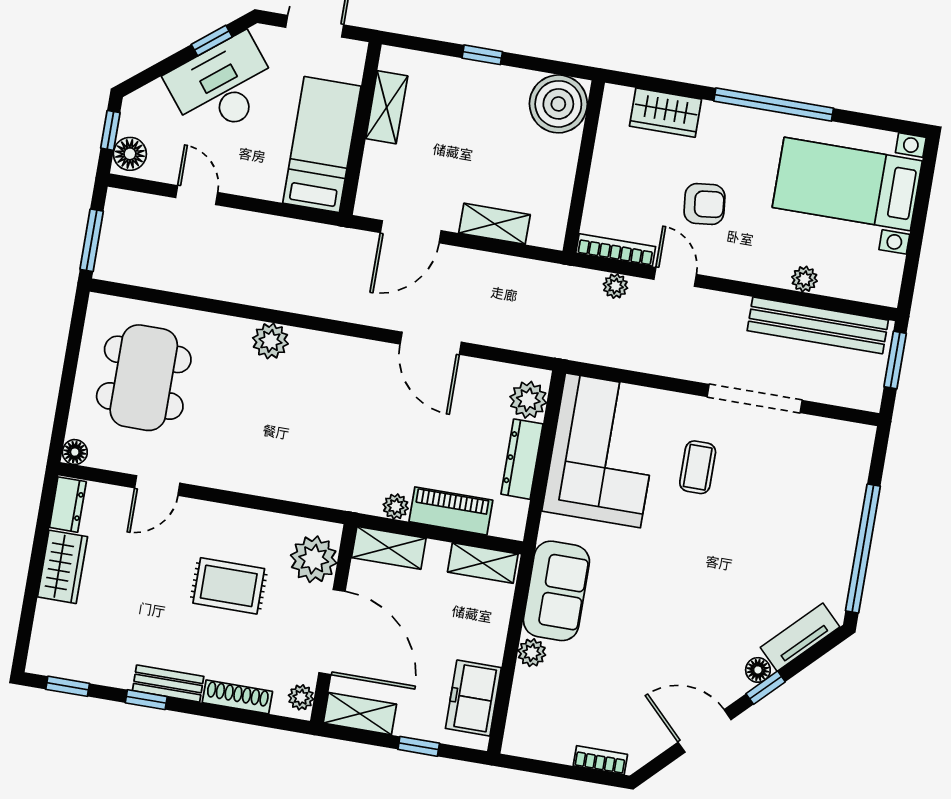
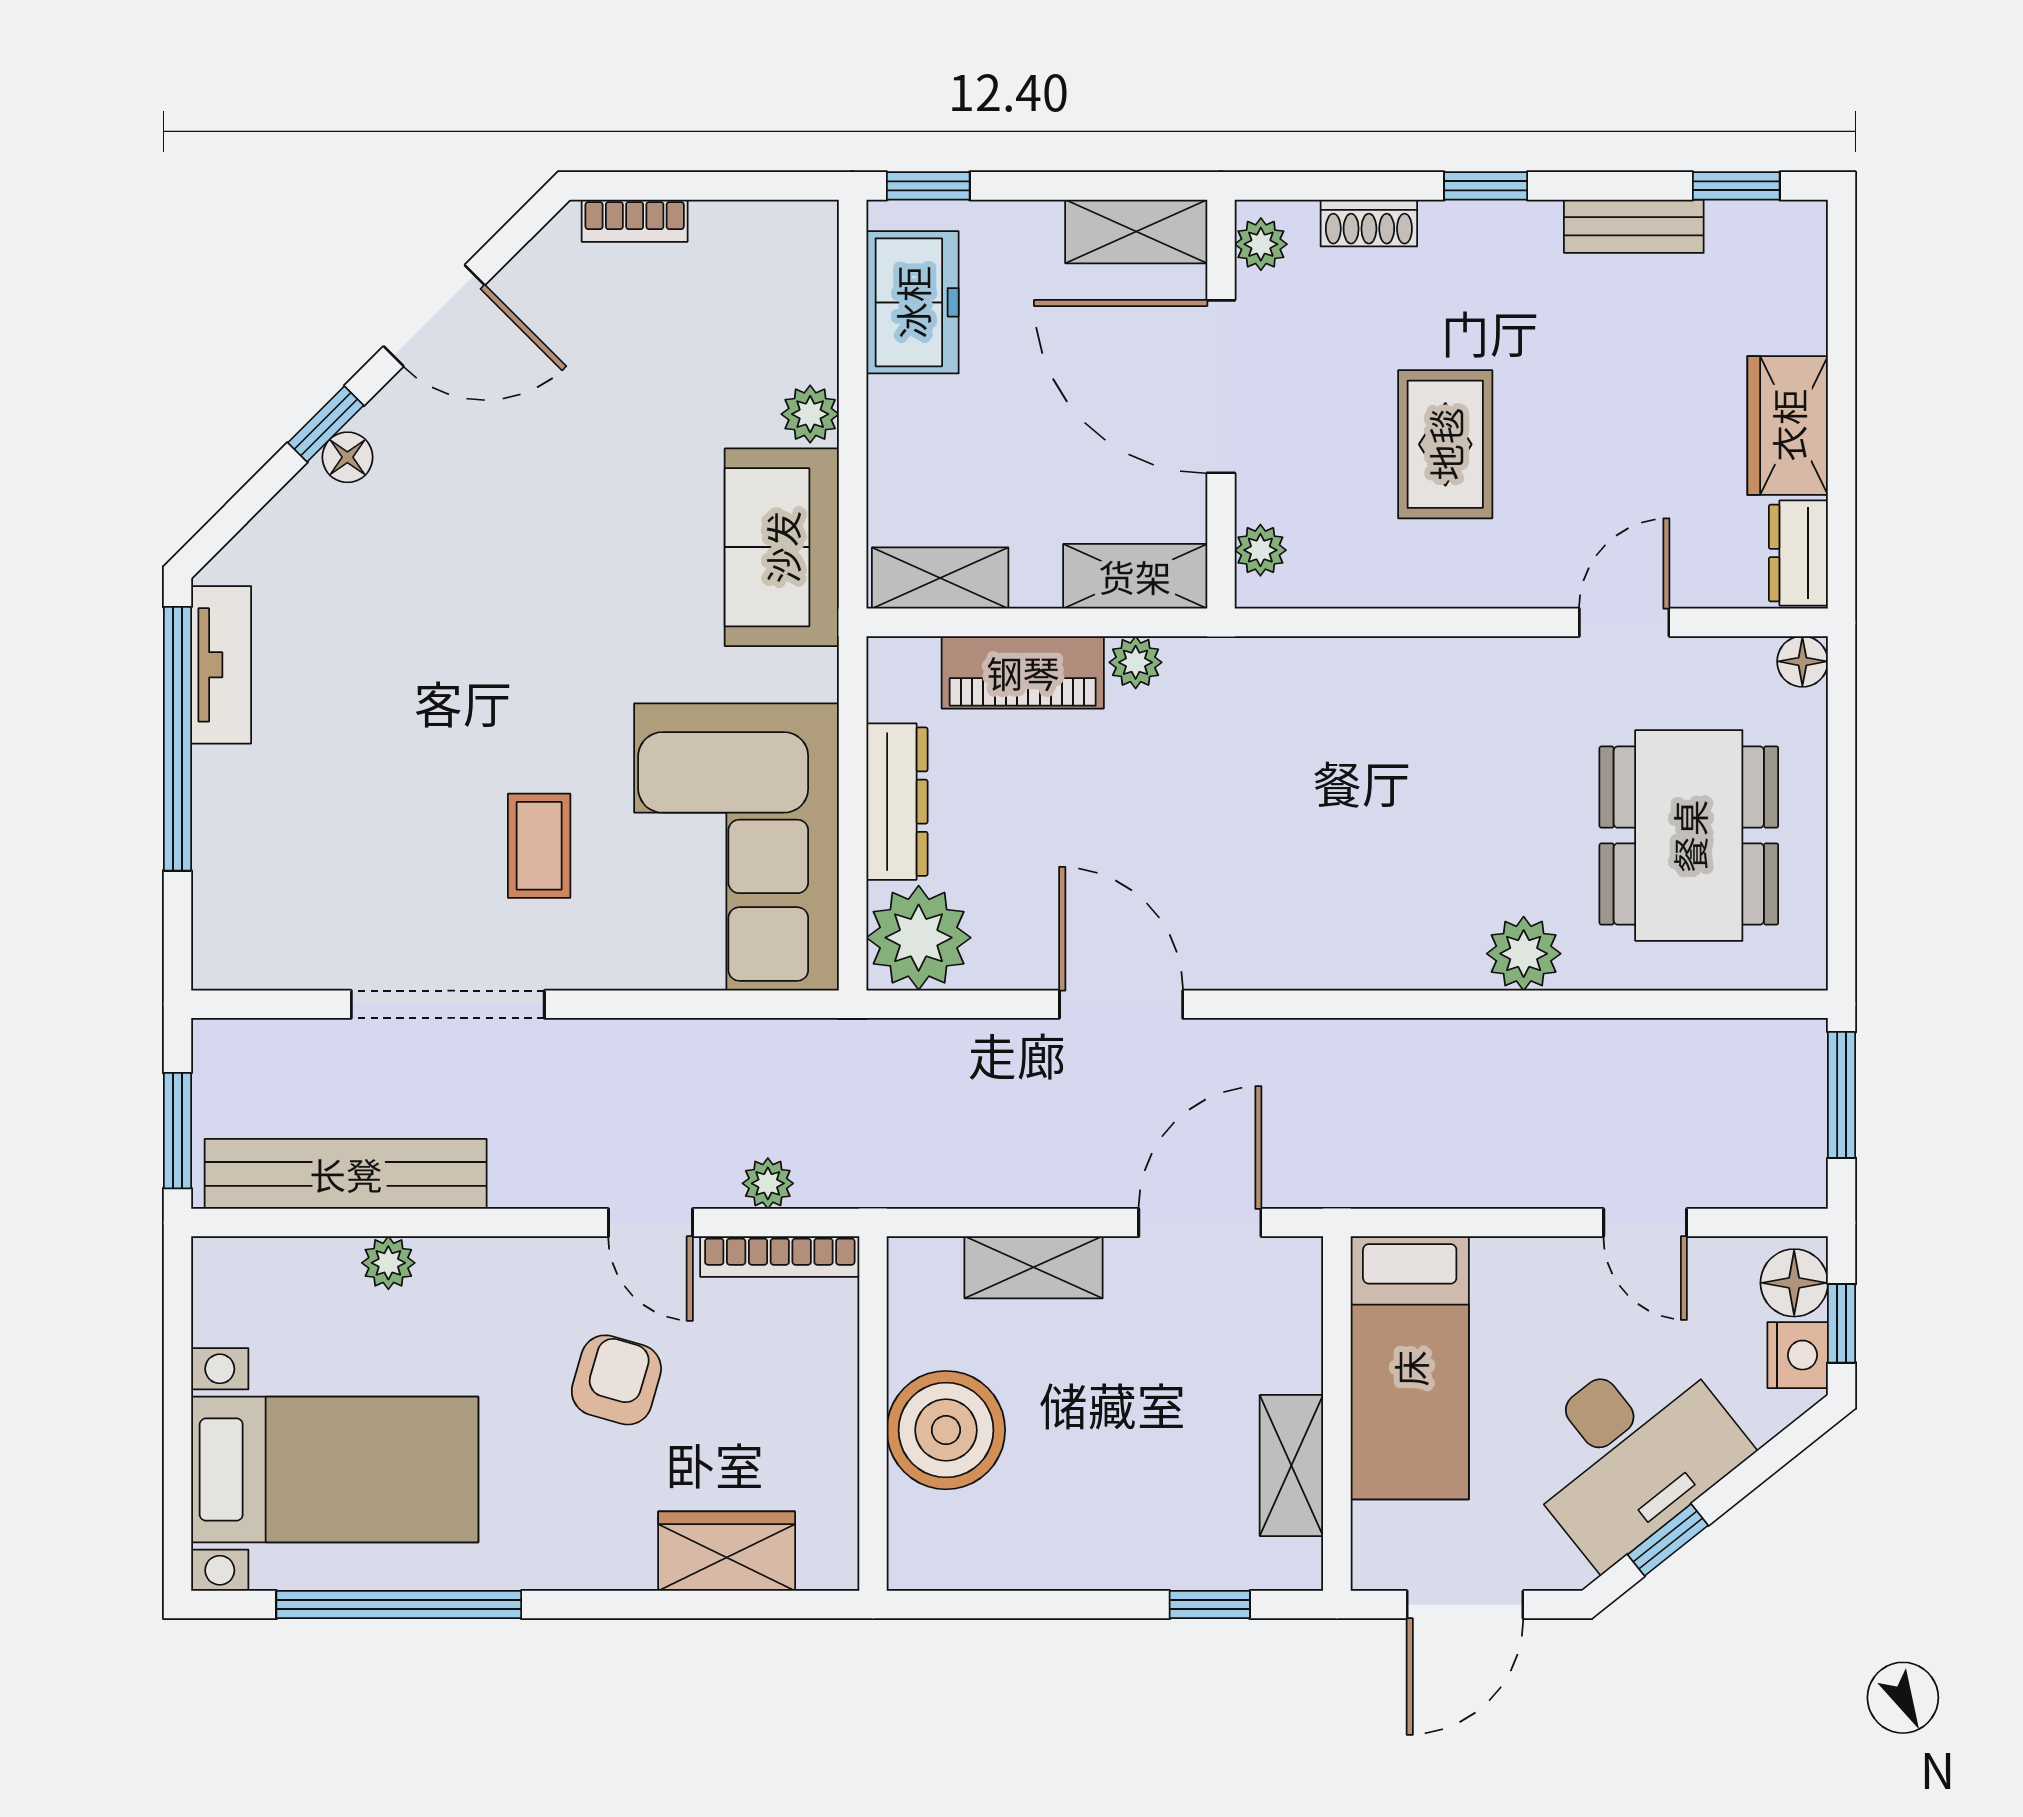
window: (482, 55) -> (1210, 1605), moved
boiler: (558, 104) -> (946, 1430), moved
window: (774, 105) -> (399, 1605), moved
nightstand: (134, 119) -> (1798, 1355), added
armchair: (704, 204) -> (616, 1380), turned 112
plant: (270, 341) -> (1524, 954), moved
plant: (528, 400) -> (919, 938), width x1.36, depth x1.36
plant: (314, 559) -> (1260, 550), width x0.53, depth x0.53
rug: (229, 586) -> (1445, 444), turned 90
tv unit: (800, 637) -> (221, 665), moved, turned -45
bench: (168, 684) -> (1634, 226), moved
shoe rack: (237, 697) -> (1369, 223), width x0.70
window: (146, 700) -> (1486, 186), moved
window: (419, 746) -> (928, 186), moved

